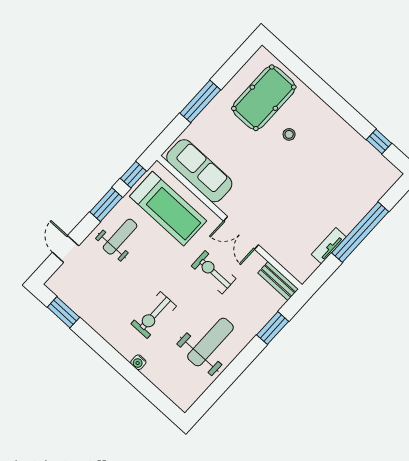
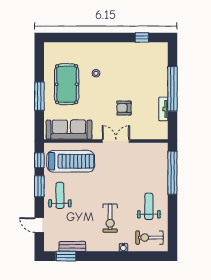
pool table: (264, 98) -> (67, 84), moved
armchair: (285, 203) -> (124, 108), added
double door: (241, 233) -> (116, 141), swing flipped
exercise bike: (214, 272) -> (150, 238), moved
bench: (278, 281) -> (72, 246), moved
window: (273, 328) -> (172, 173), width x2.11
weight bench: (210, 342) -> (149, 206), width x0.73, depth x0.75

